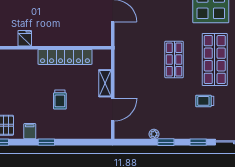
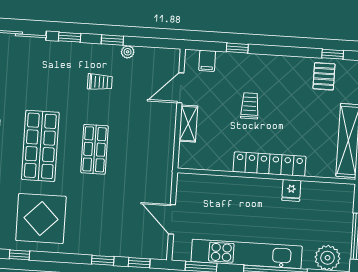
locker: (65, 57) -> (270, 164), moved
trolley: (205, 101) -> (100, 82), moved
filing cabinet: (30, 131) -> (207, 61), moved
window: (46, 142) -> (237, 48), moved

